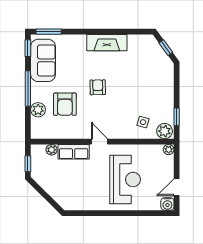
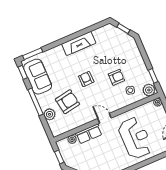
armchair: (133, 100) -> (116, 77), added
armchair: (65, 104) -> (67, 102), turned -100

